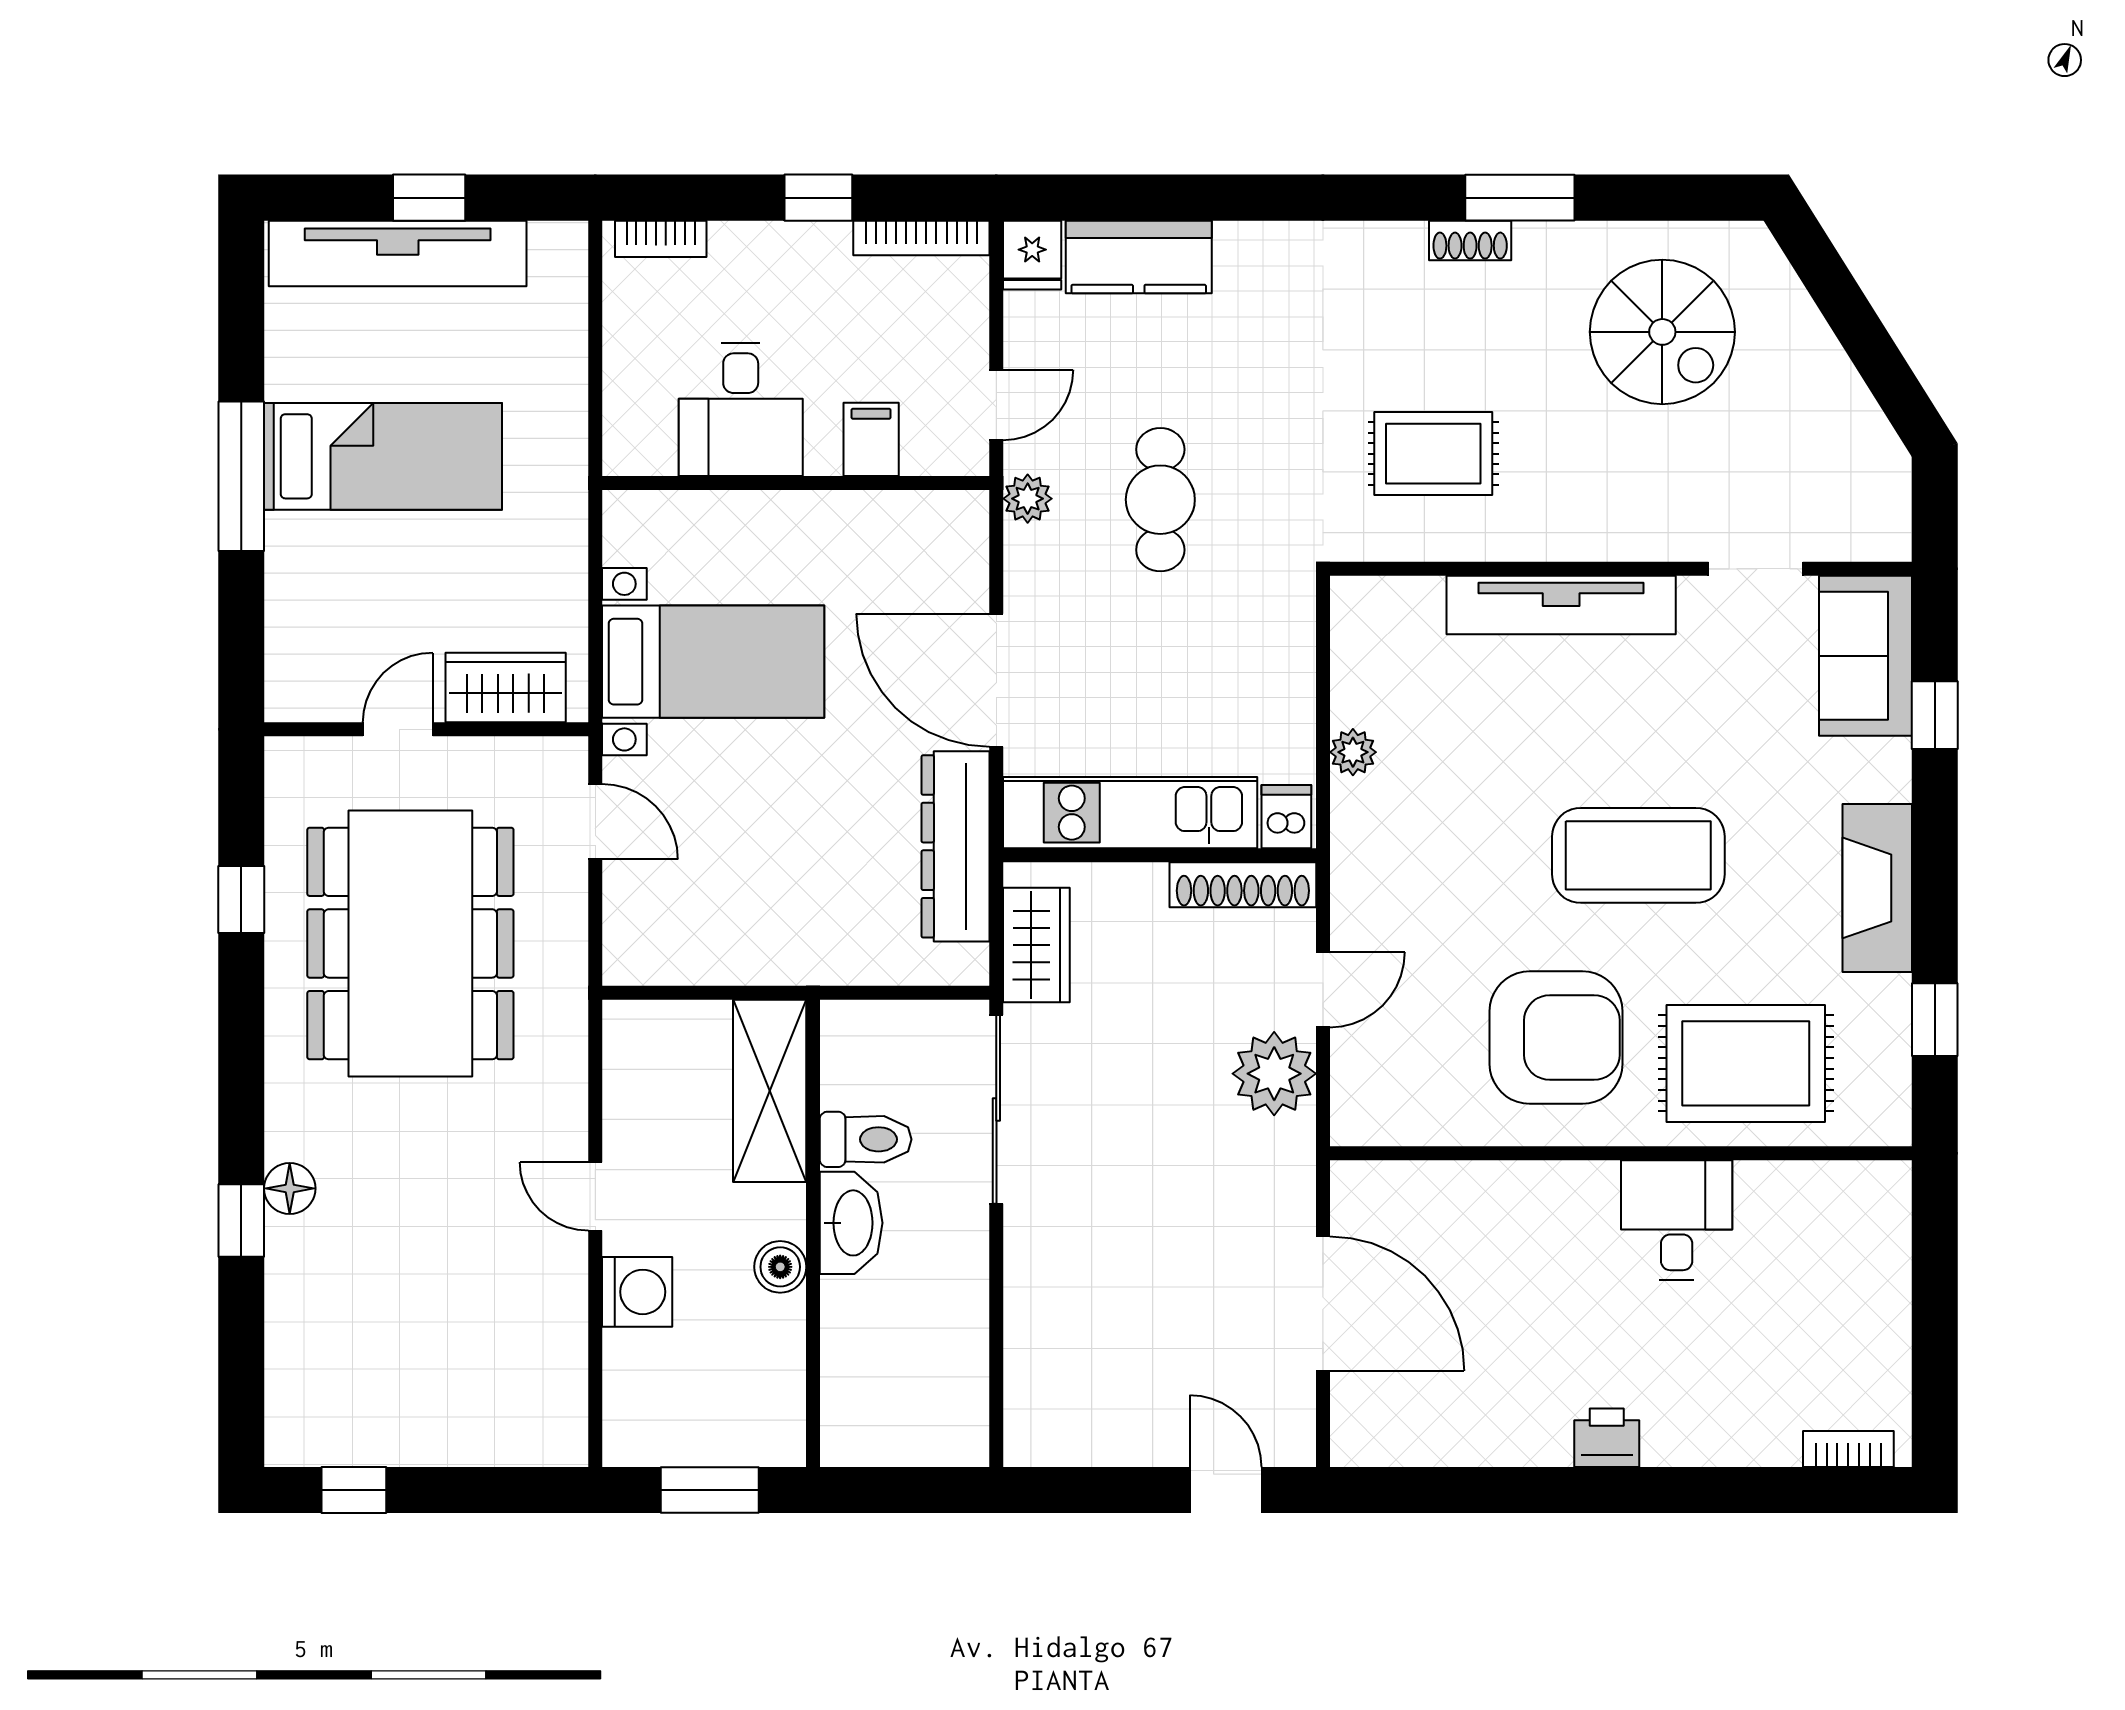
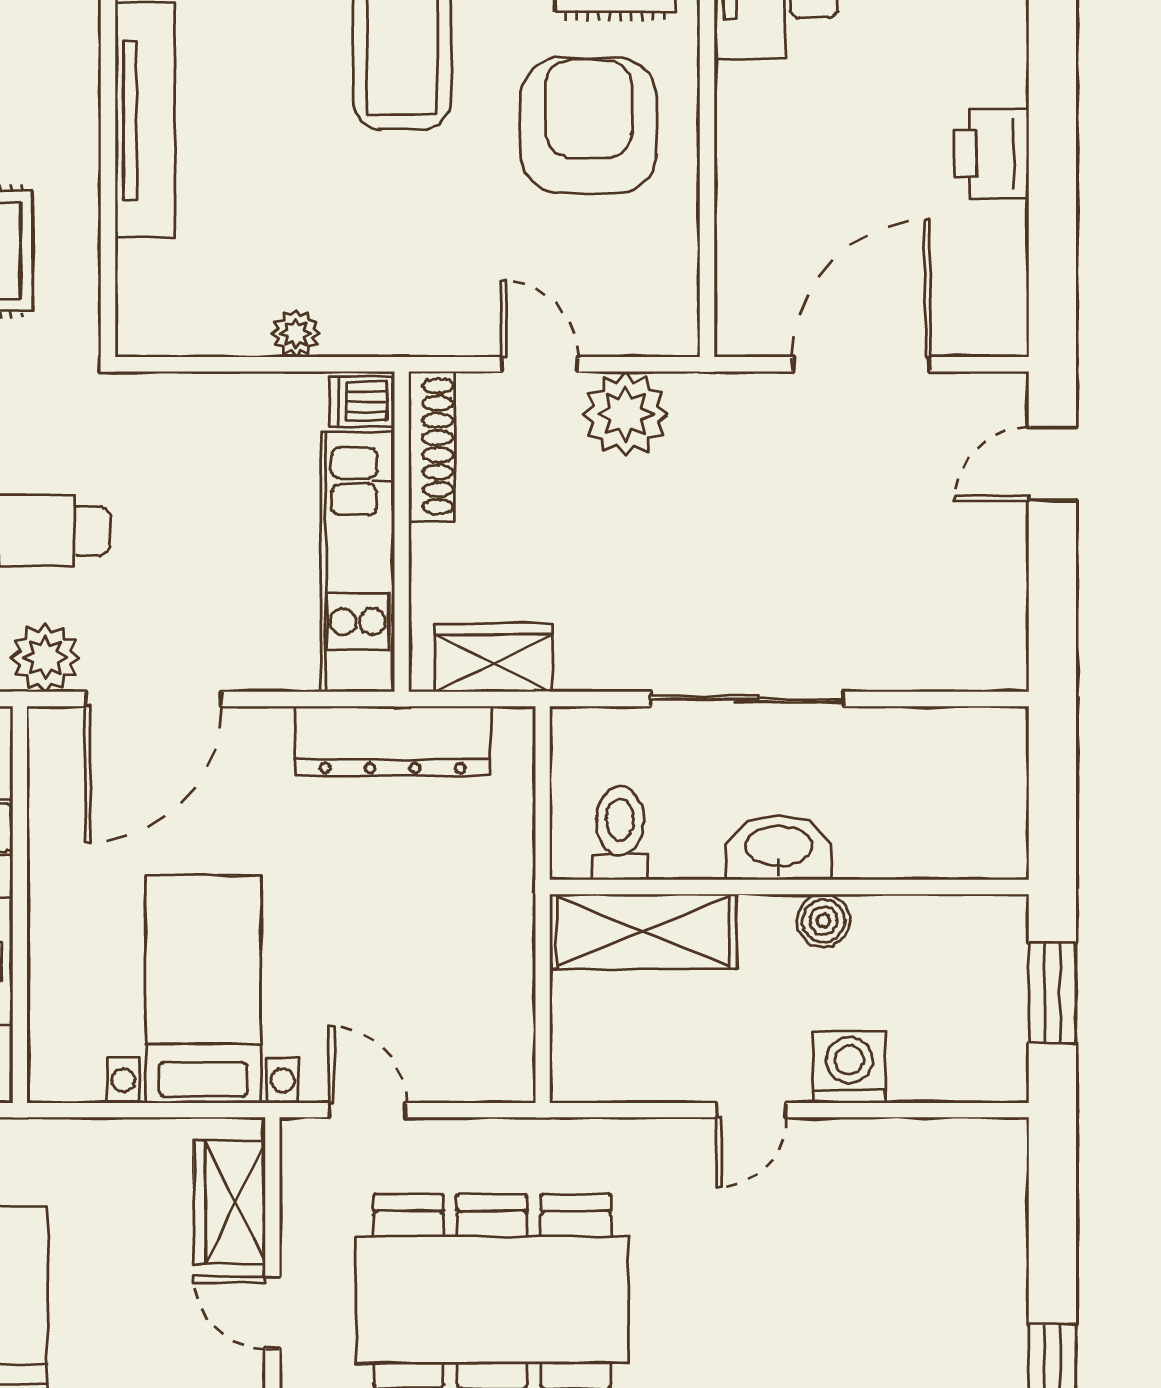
plant: (1028, 499) -> (45, 658), width x1.38, depth x1.38
door: (996, 680) -> (153, 699), moved
door: (595, 822) -> (367, 1110), hinge flipped
sliding door: (996, 1109) -> (747, 699), moved
toilet: (866, 1139) -> (620, 833), moved
printer: (1607, 1438) -> (992, 154), moved, width x1.36, depth x1.24

